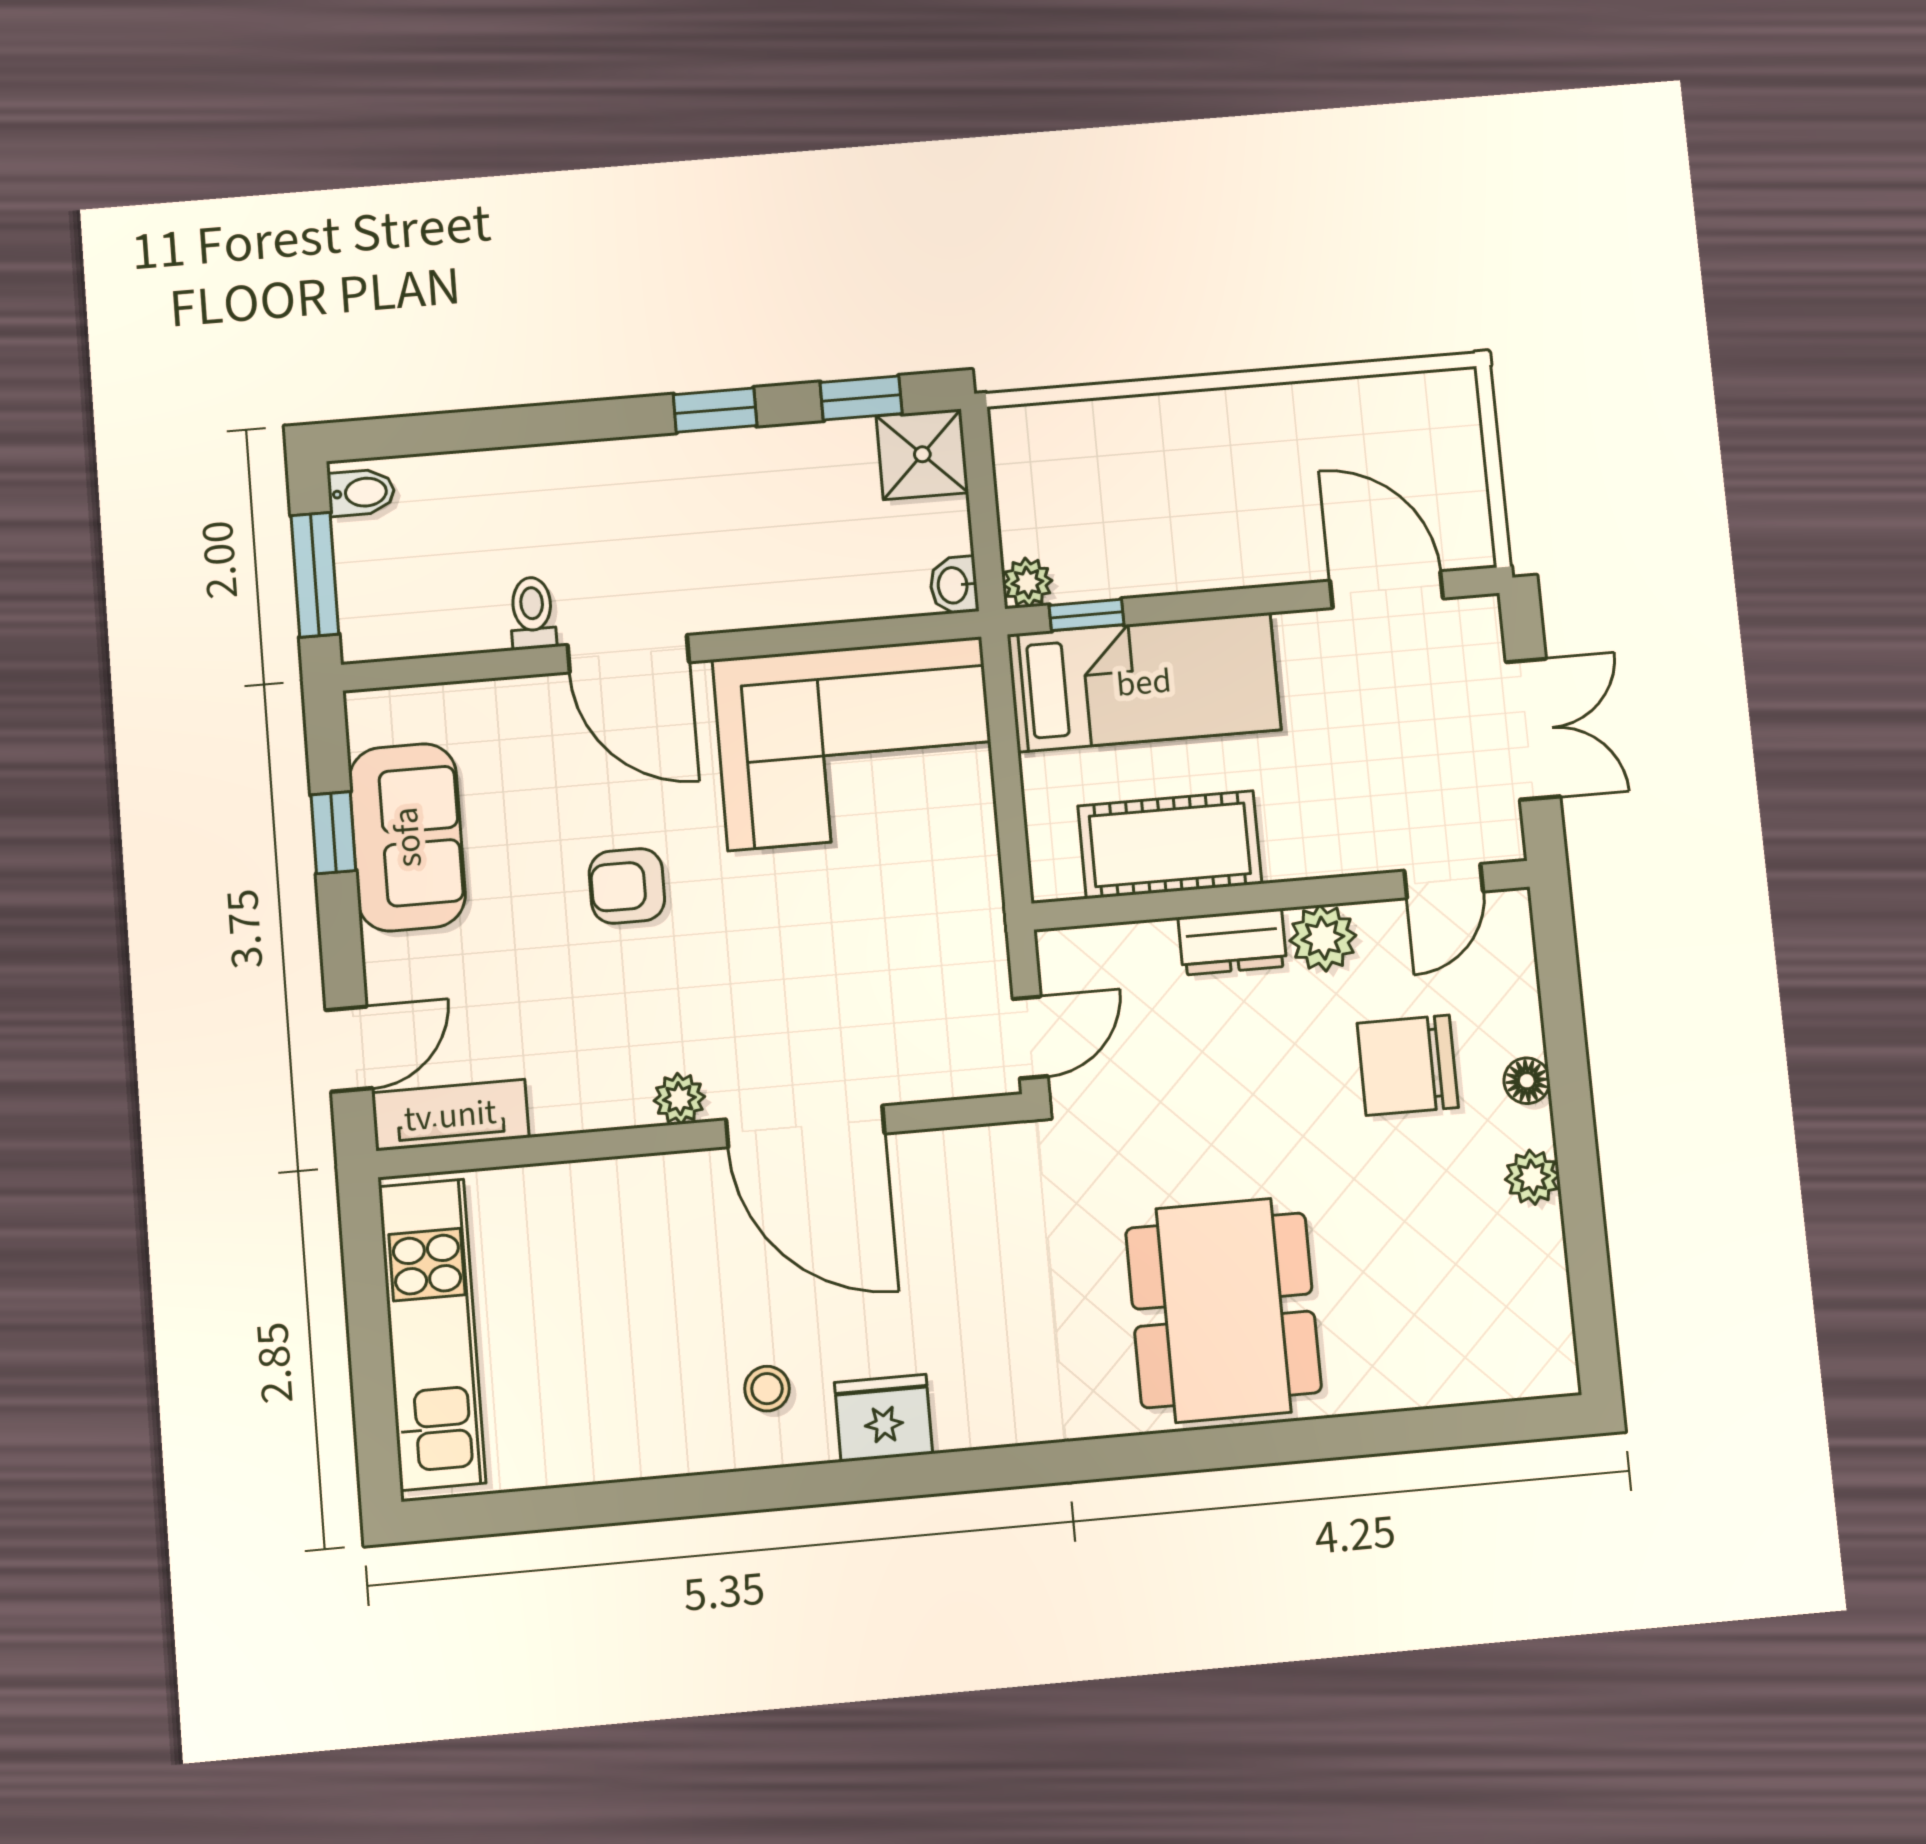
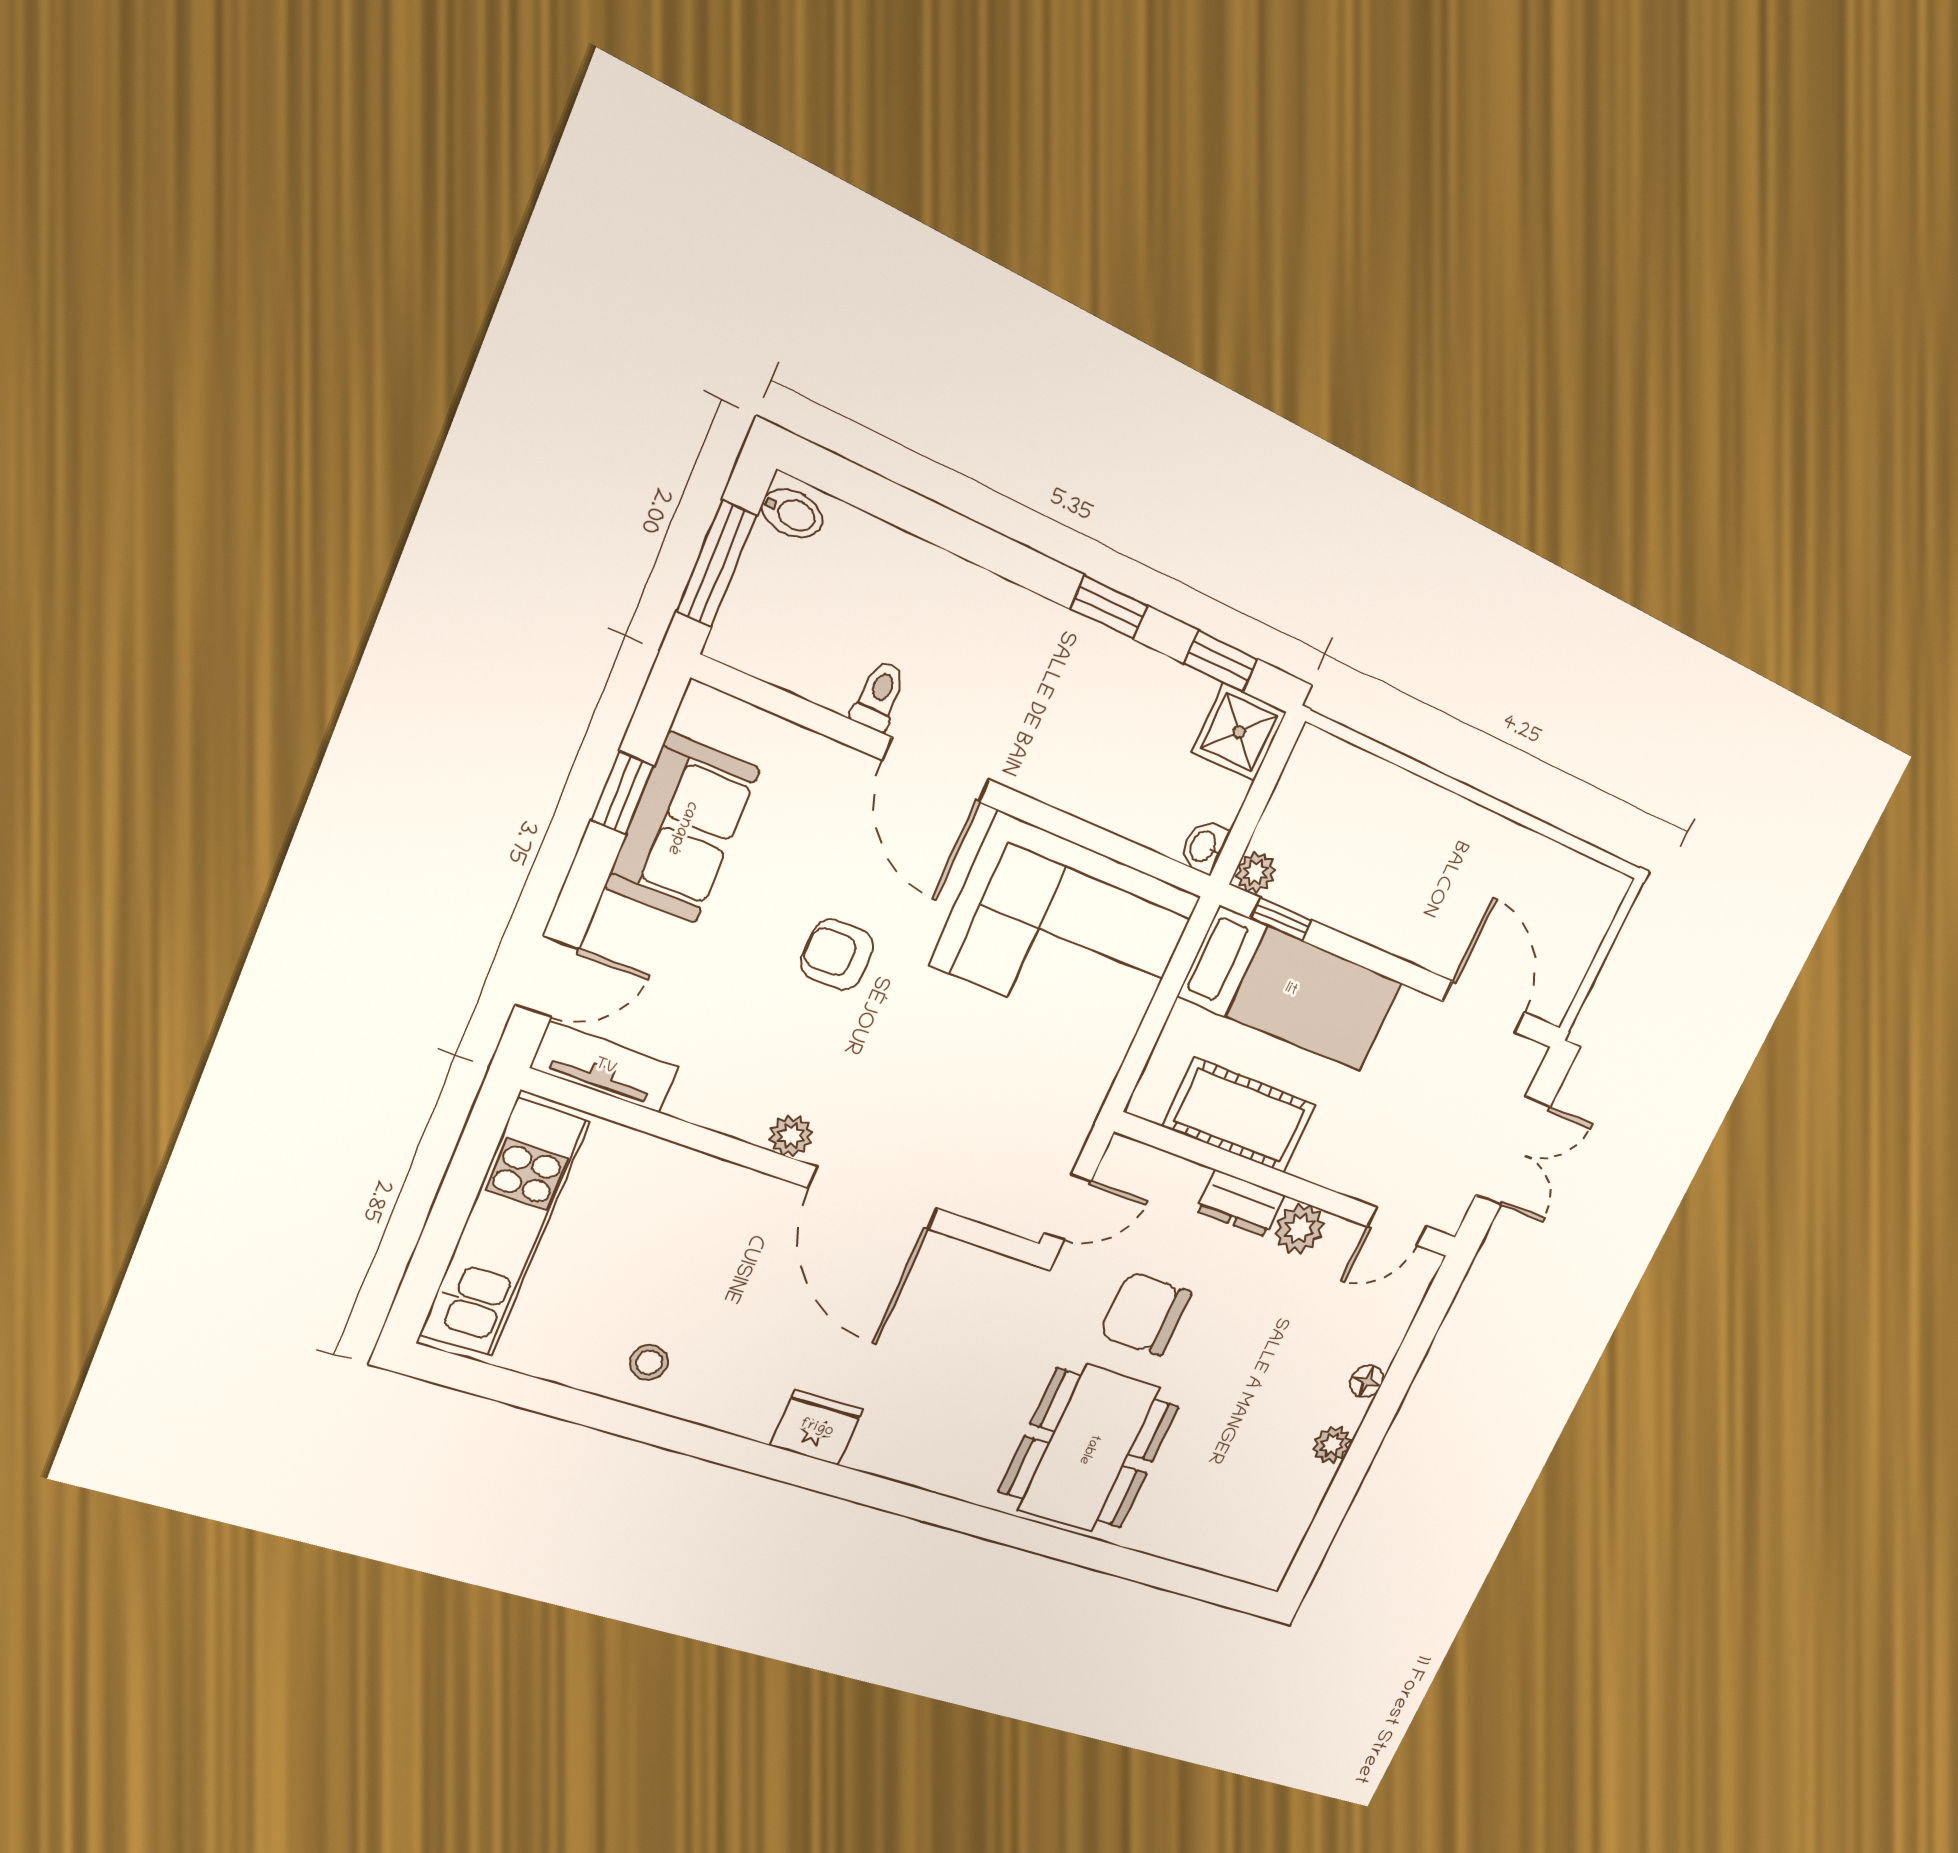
chair: (1408, 1065) -> (1145, 1314), moved
stool: (767, 1389) -> (649, 1363), moved

